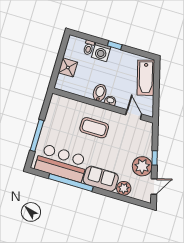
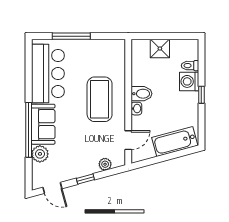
coffee table: (94, 128) -> (100, 99), width x1.36, depth x1.32
plant: (142, 166) -> (105, 164), moved, width x0.53, depth x0.53
window: (71, 183) -> (29, 130), moved

